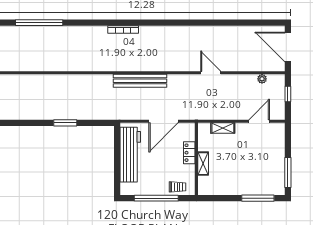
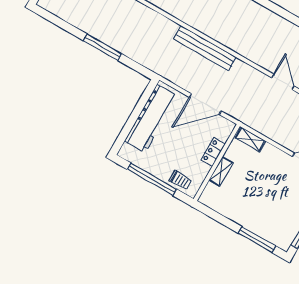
window: (65, 123) -> (102, 47), width x1.44
shelving: (223, 128) -> (250, 139), moved

